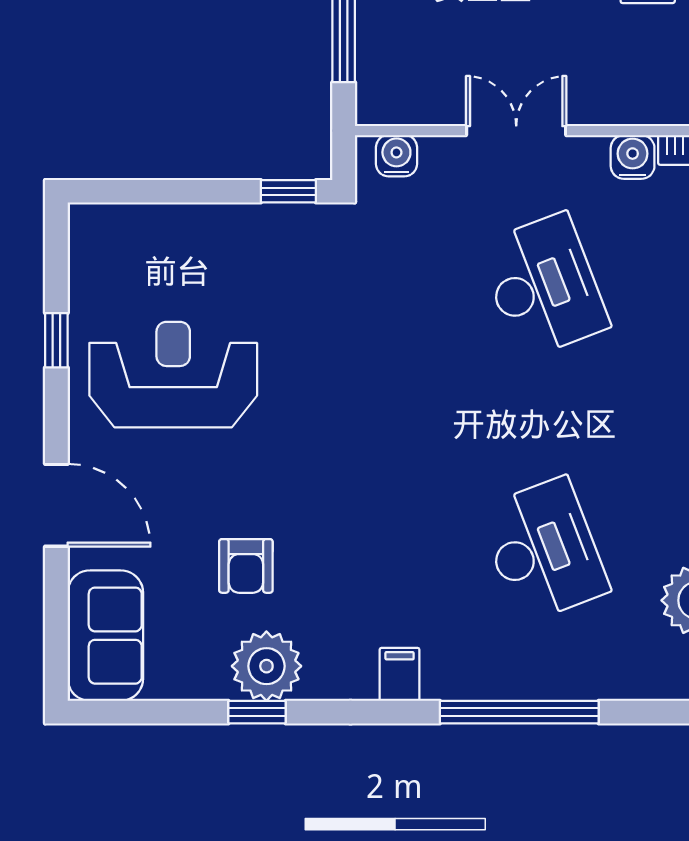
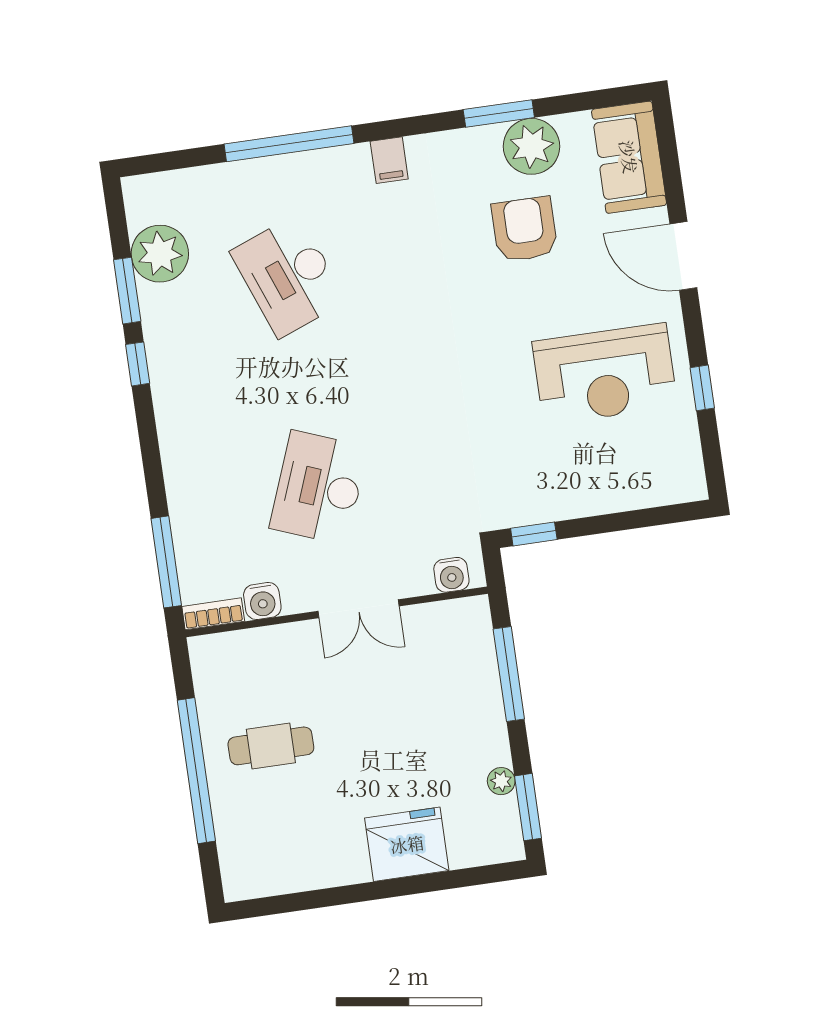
desk: (544, 286) -> (319, 488), turned 42
armchair: (246, 566) -> (525, 229), width x1.38, depth x1.38
plant: (266, 666) -> (532, 146), moved
window: (257, 712) -> (499, 114), width x1.50

